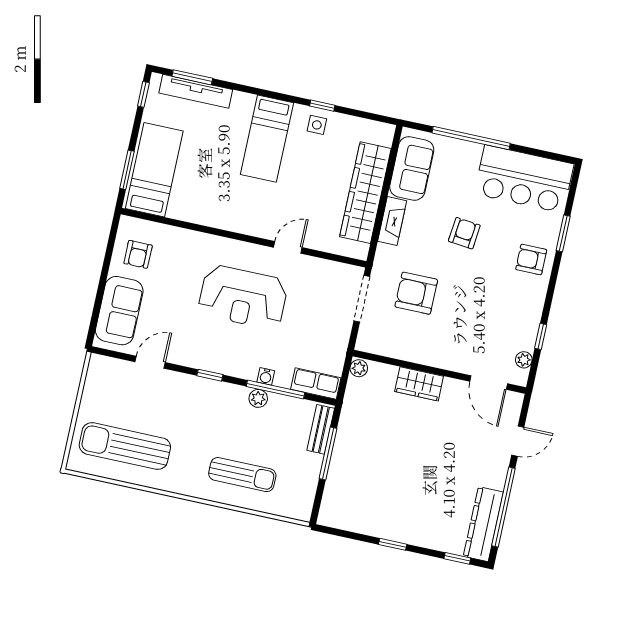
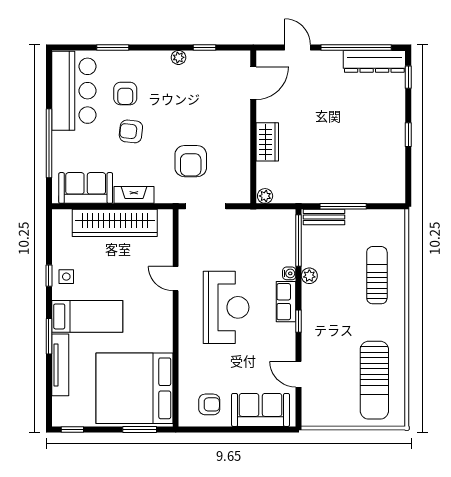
window: (192, 77) -> (49, 336), moved
tv unit: (196, 91) -> (60, 365), moved
bed: (154, 170) -> (134, 388), width x2.04
armchair: (531, 260) -> (125, 94), moved
plant: (524, 360) -> (178, 57), moved
row of seats: (316, 384) -> (286, 302), moved
window: (276, 390) -> (299, 241), moved

